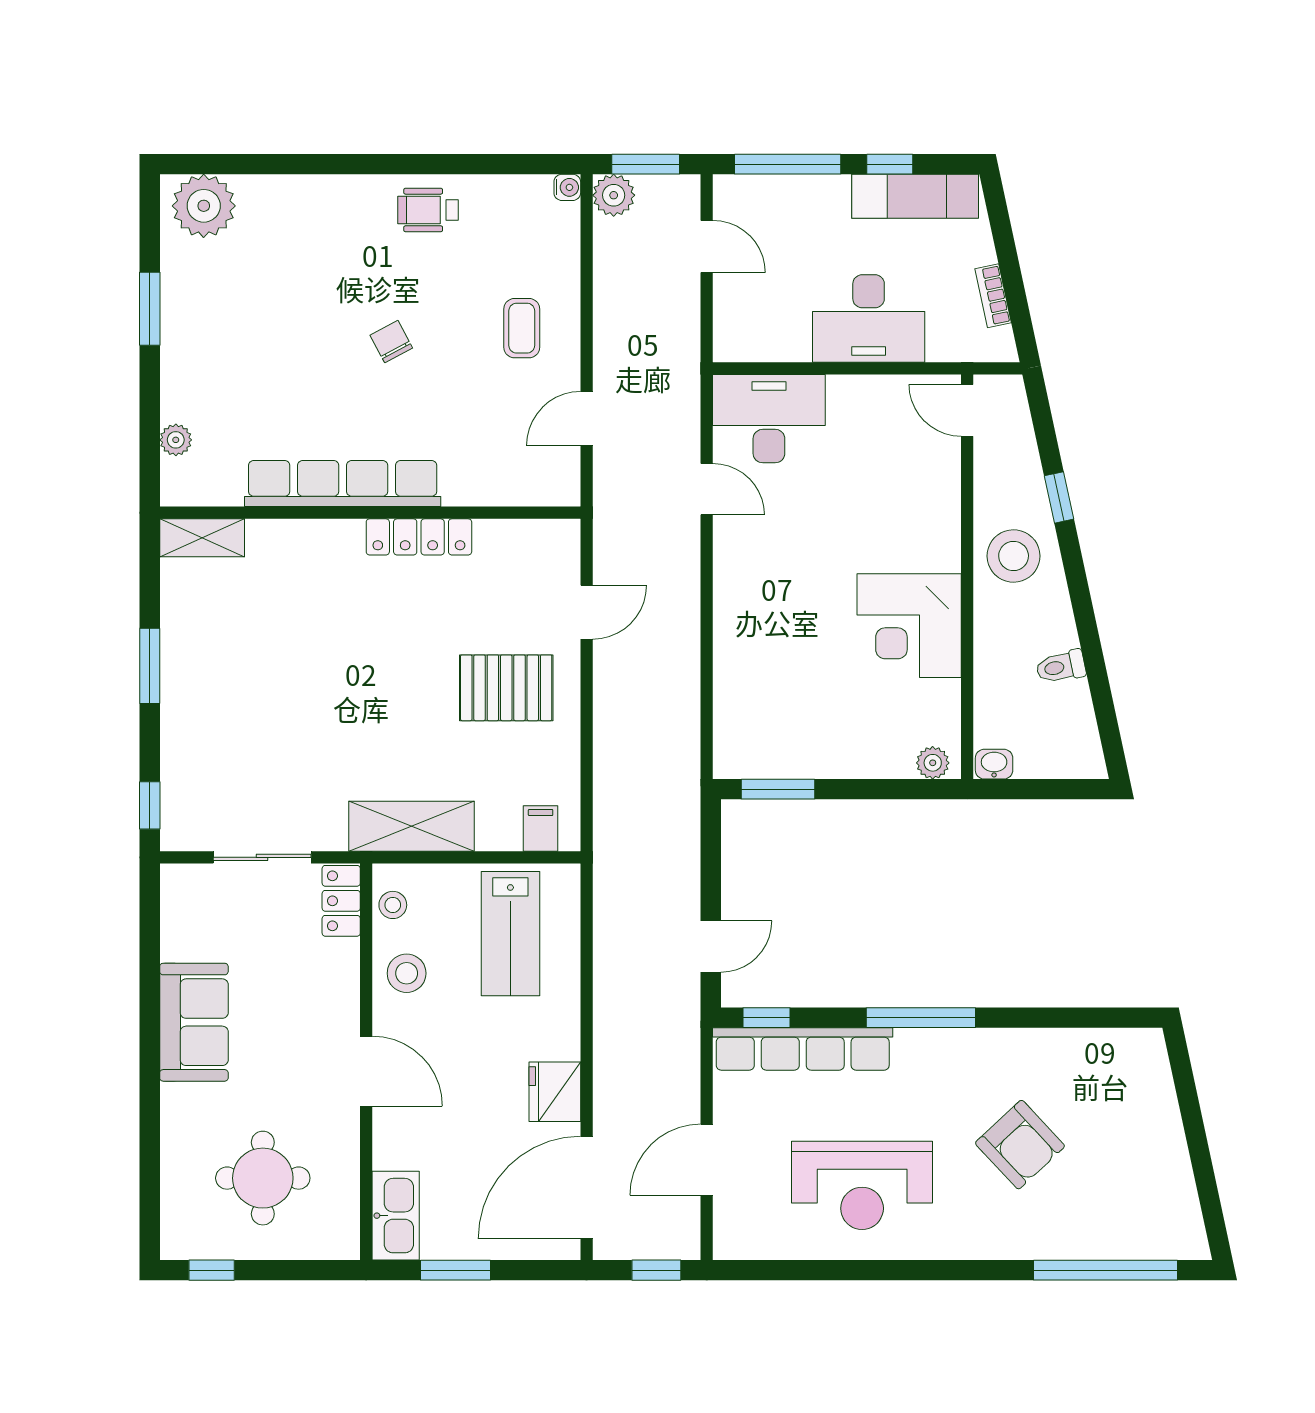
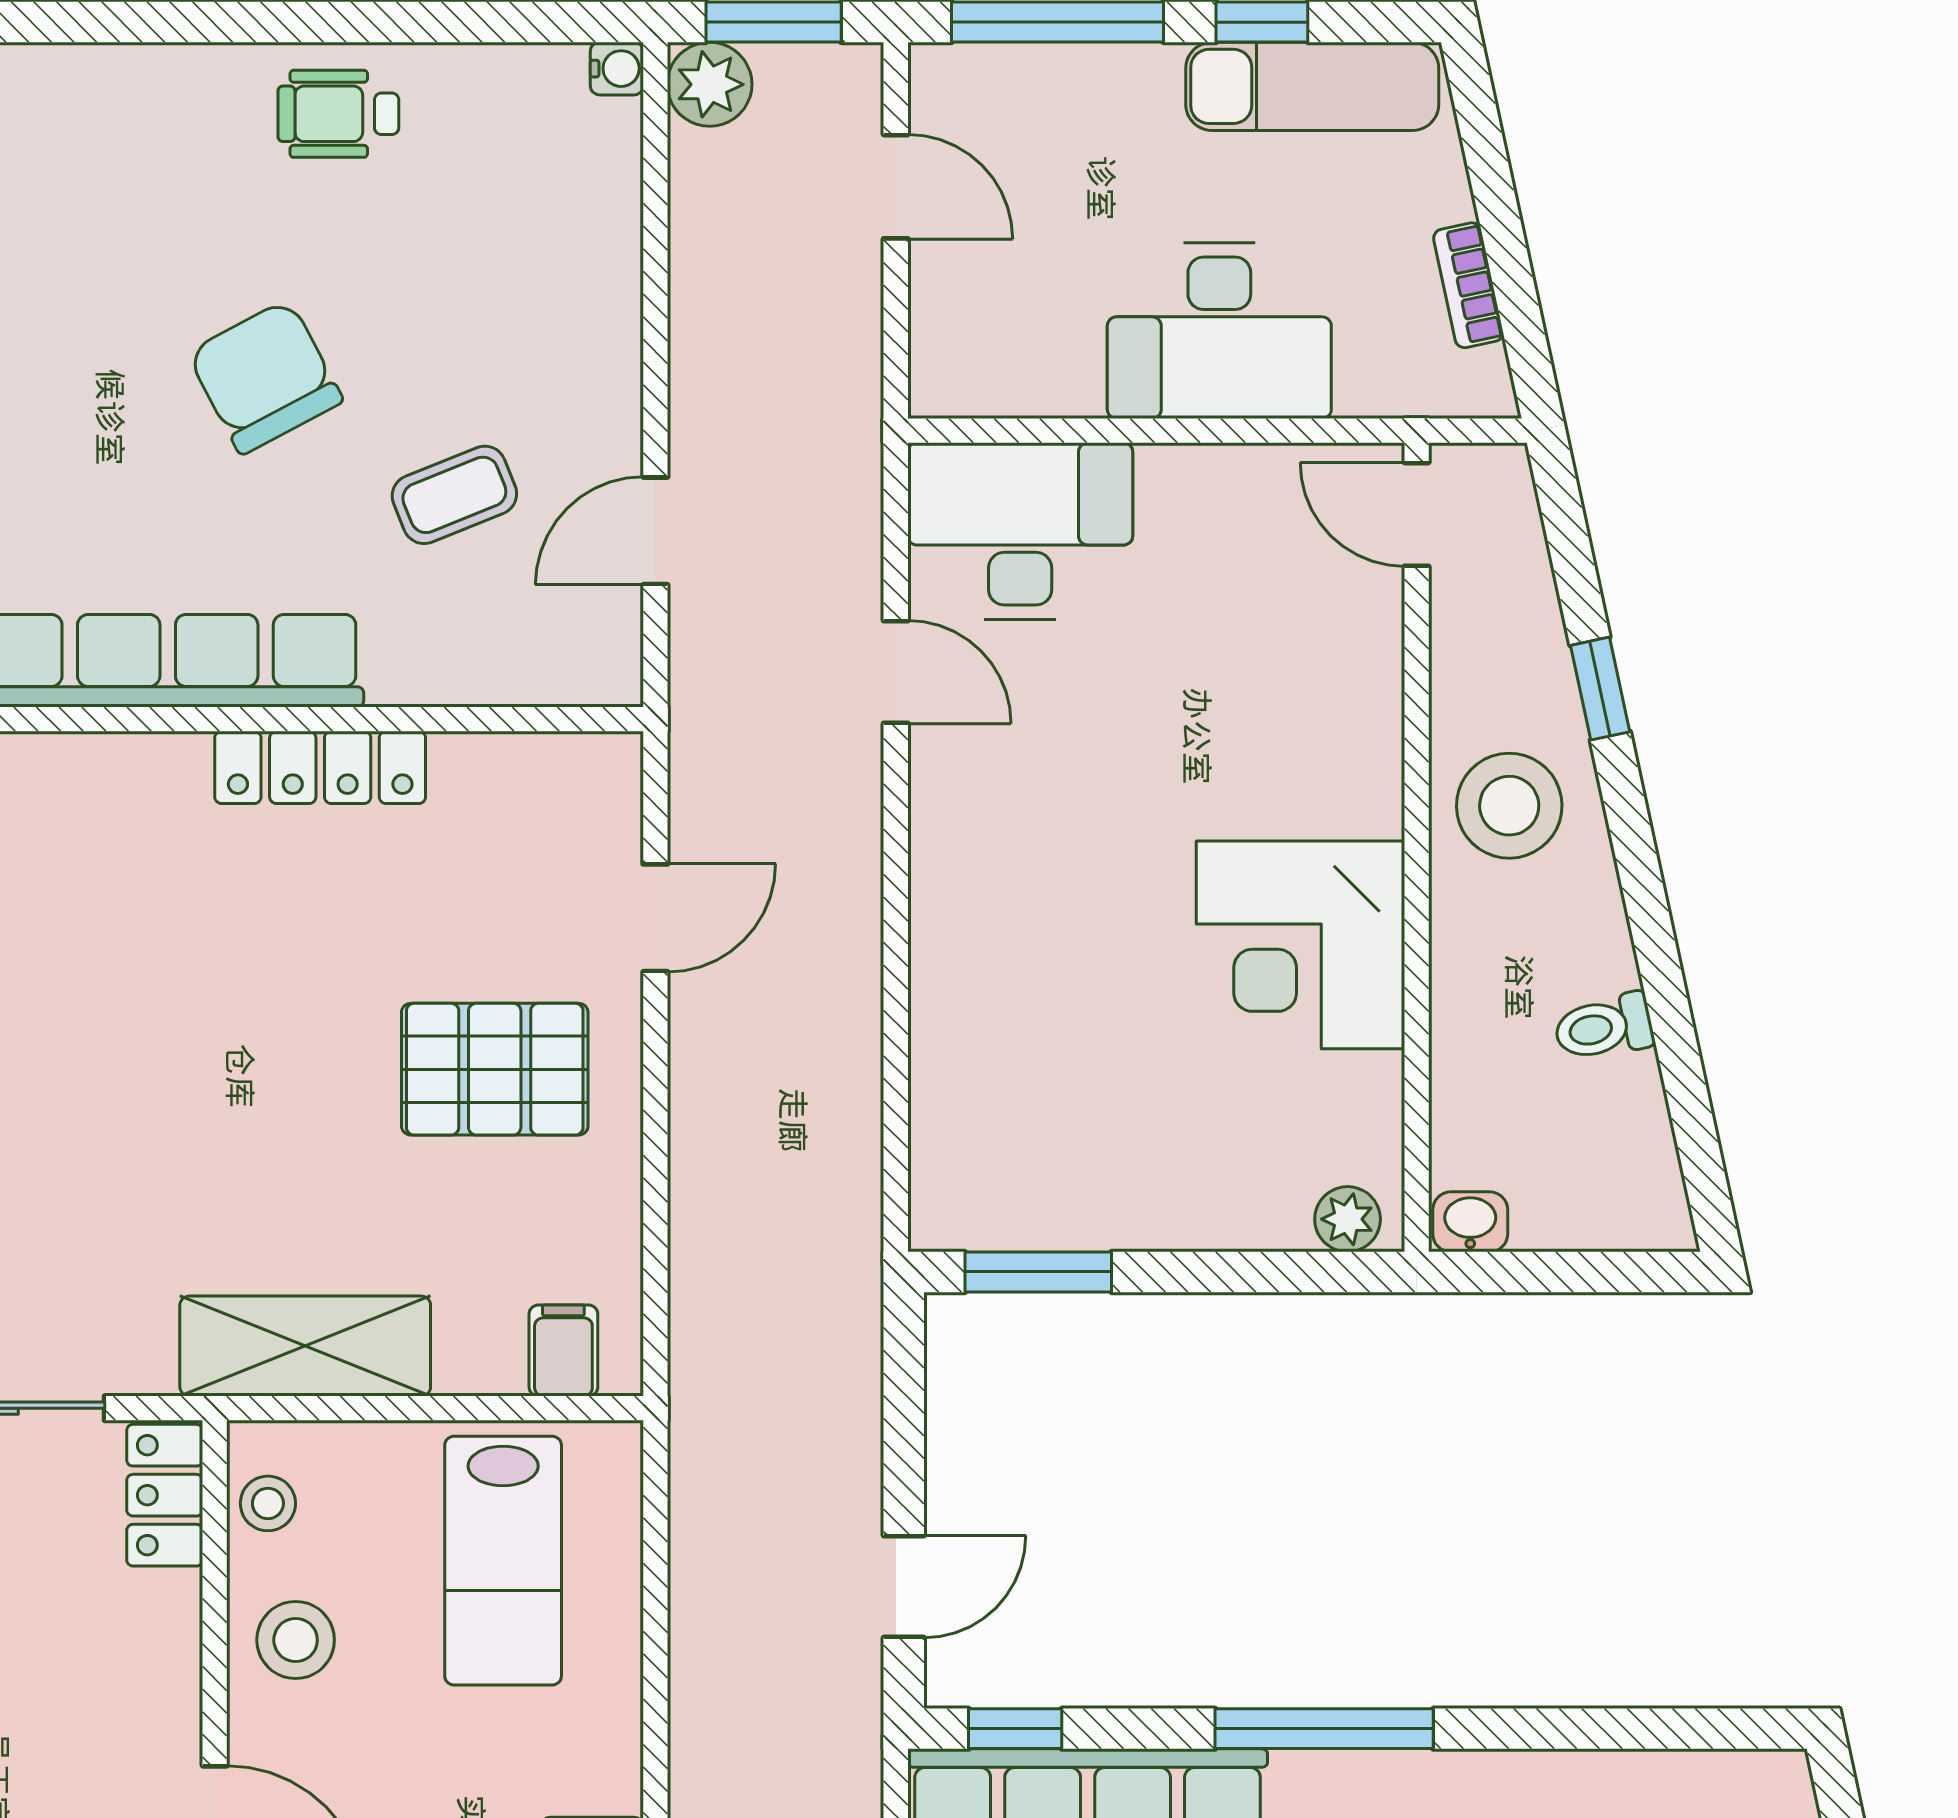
coffee table: (522, 328) -> (454, 495), moved, turned 68
chair: (391, 342) -> (265, 377), width x1.87, depth x1.87

